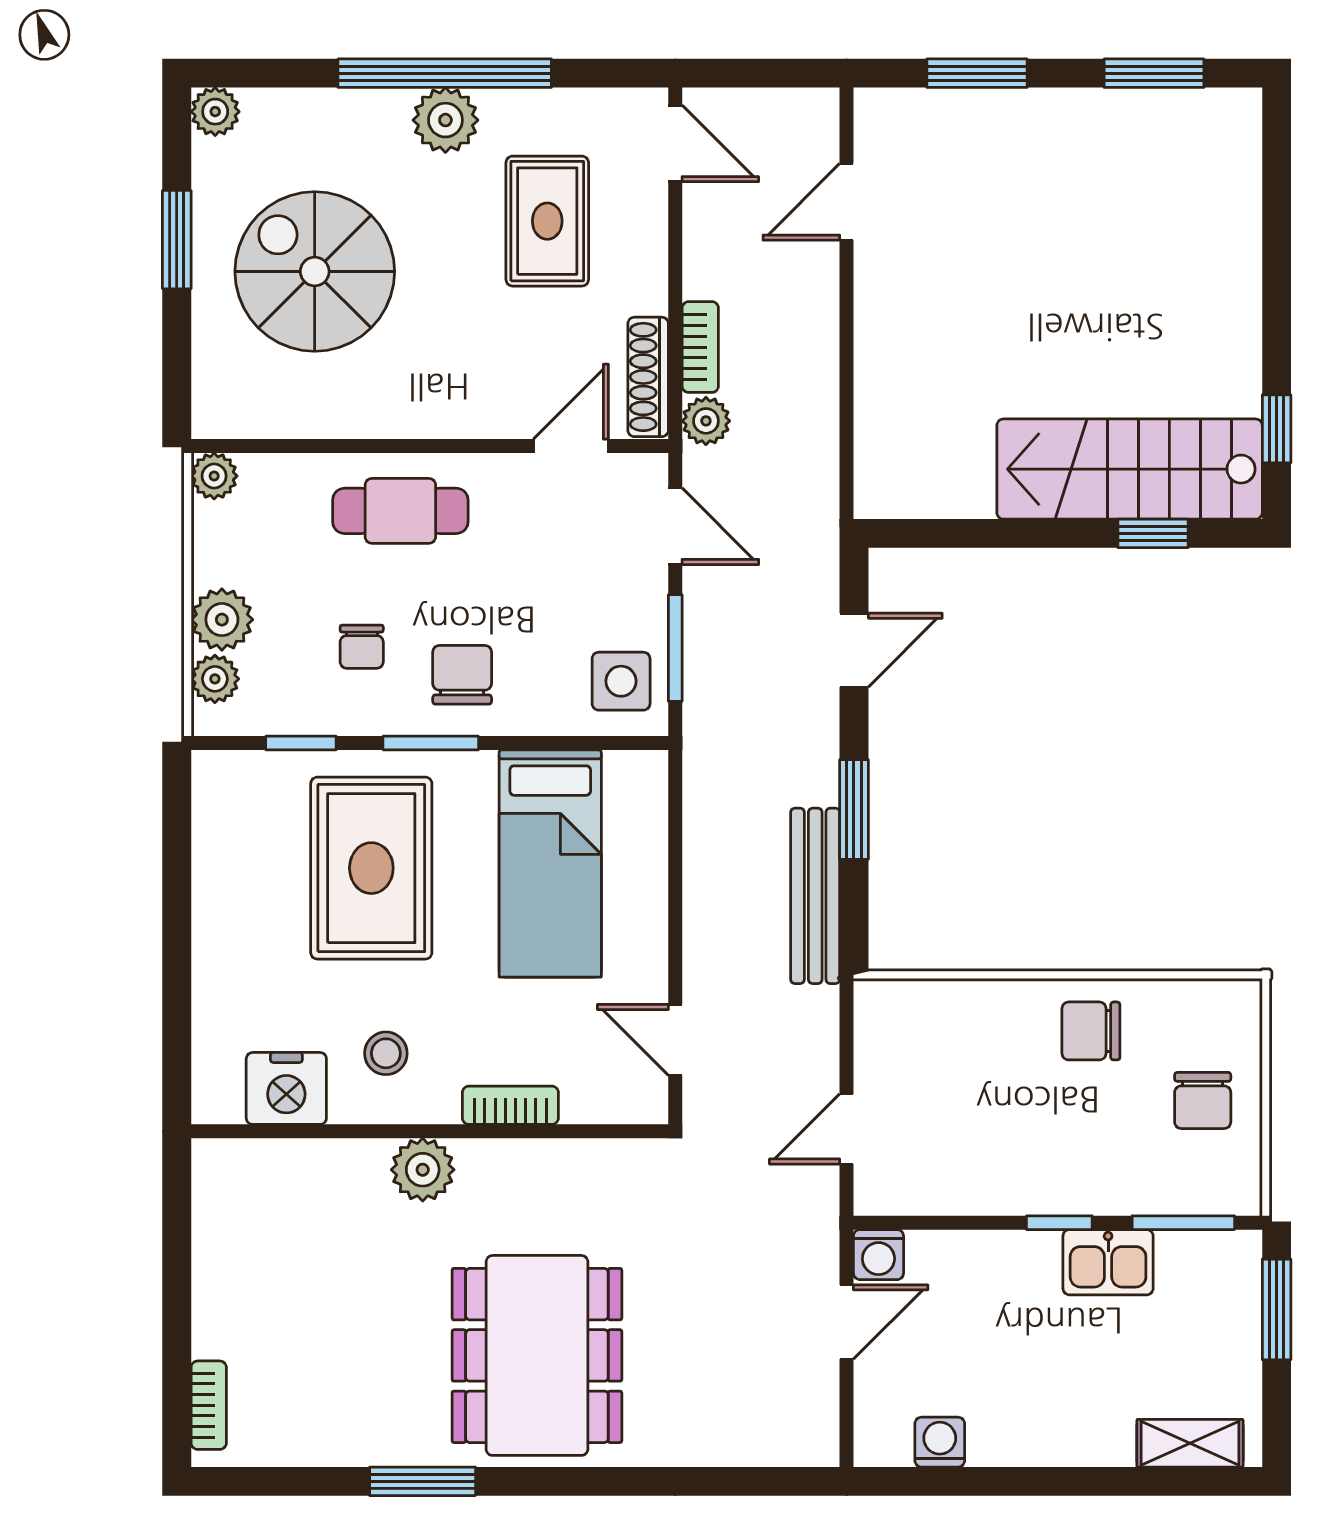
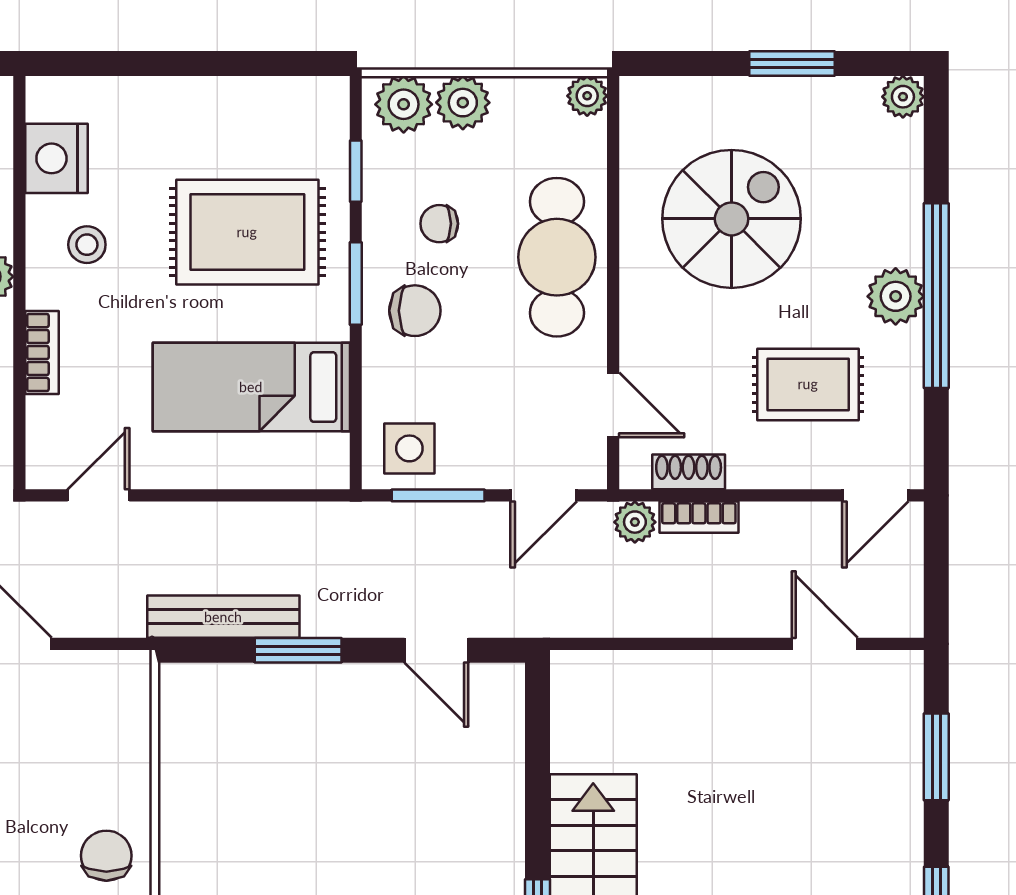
spiral stairs: (315, 272) -> (732, 219), moved
shoe rack: (648, 377) -> (689, 472), width x0.70
cafe table: (400, 511) -> (557, 257), width x1.37, depth x1.35
plant: (215, 679) -> (404, 104), width x1.38, depth x1.38

